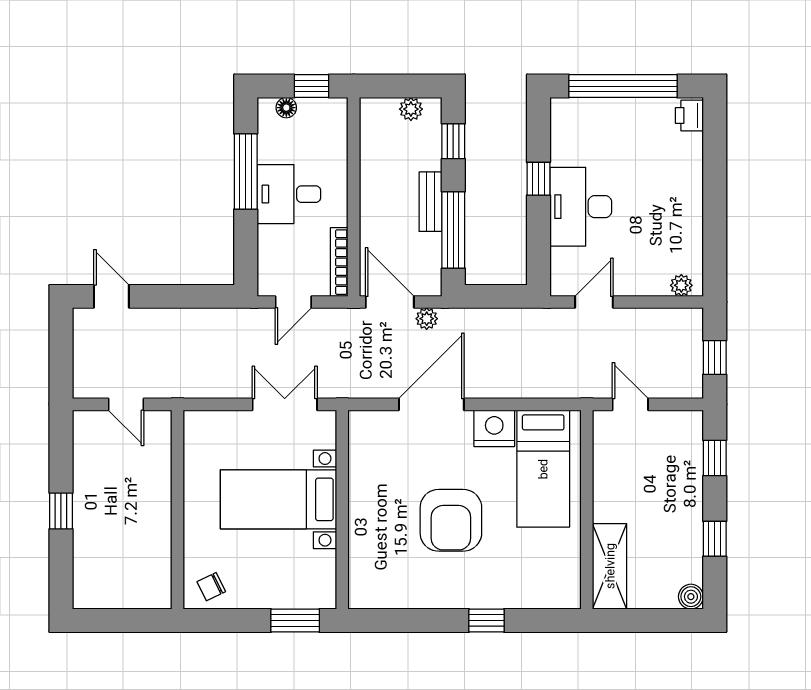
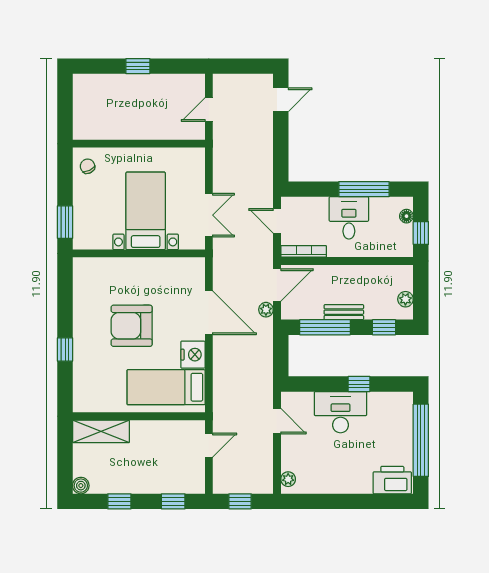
printer: (689, 115) -> (392, 480), width x1.87, depth x1.48

